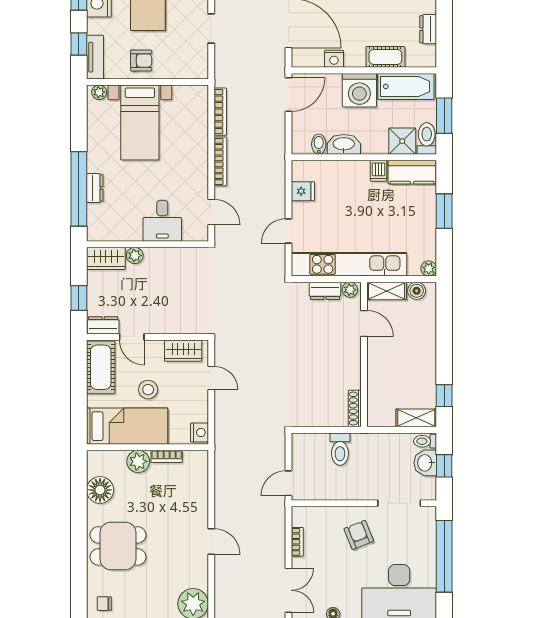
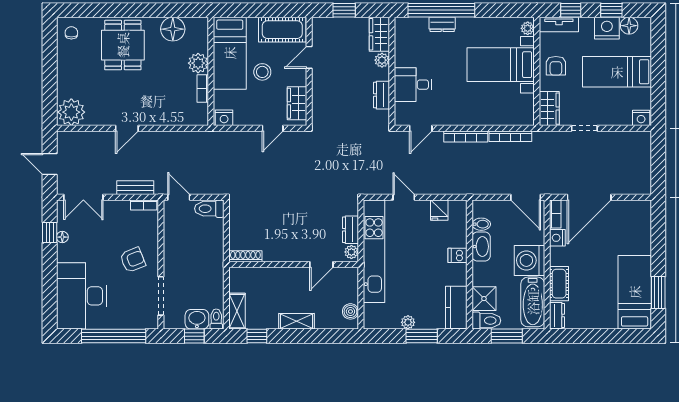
dresser: (428, 29) -> (557, 315), moved, turned 90
bookcase: (307, 61) -> (555, 214), added
wardrobe: (189, 68) -> (549, 109), added
dishwasher: (379, 171) -> (458, 255), moved
plant: (429, 268) -> (408, 322), moved
shelving: (387, 291) -> (296, 321), moved, turned 90
dresser: (103, 325) -> (381, 95), moved, turned 180
toilet: (340, 449) -> (209, 209), moved
bench: (278, 532) -> (135, 188), added
bookcase: (297, 542) -> (144, 205), moved

